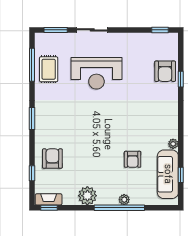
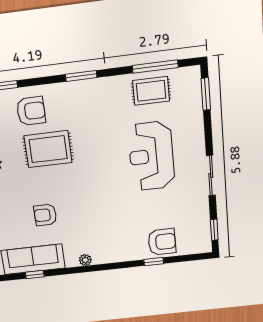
sliding door: (92, 30) -> (211, 175), moved
armchair: (165, 71) -> (162, 242), turned 180
plant: (173, 144) -> (85, 260), moved
rug: (82, 150) -> (48, 149), added

